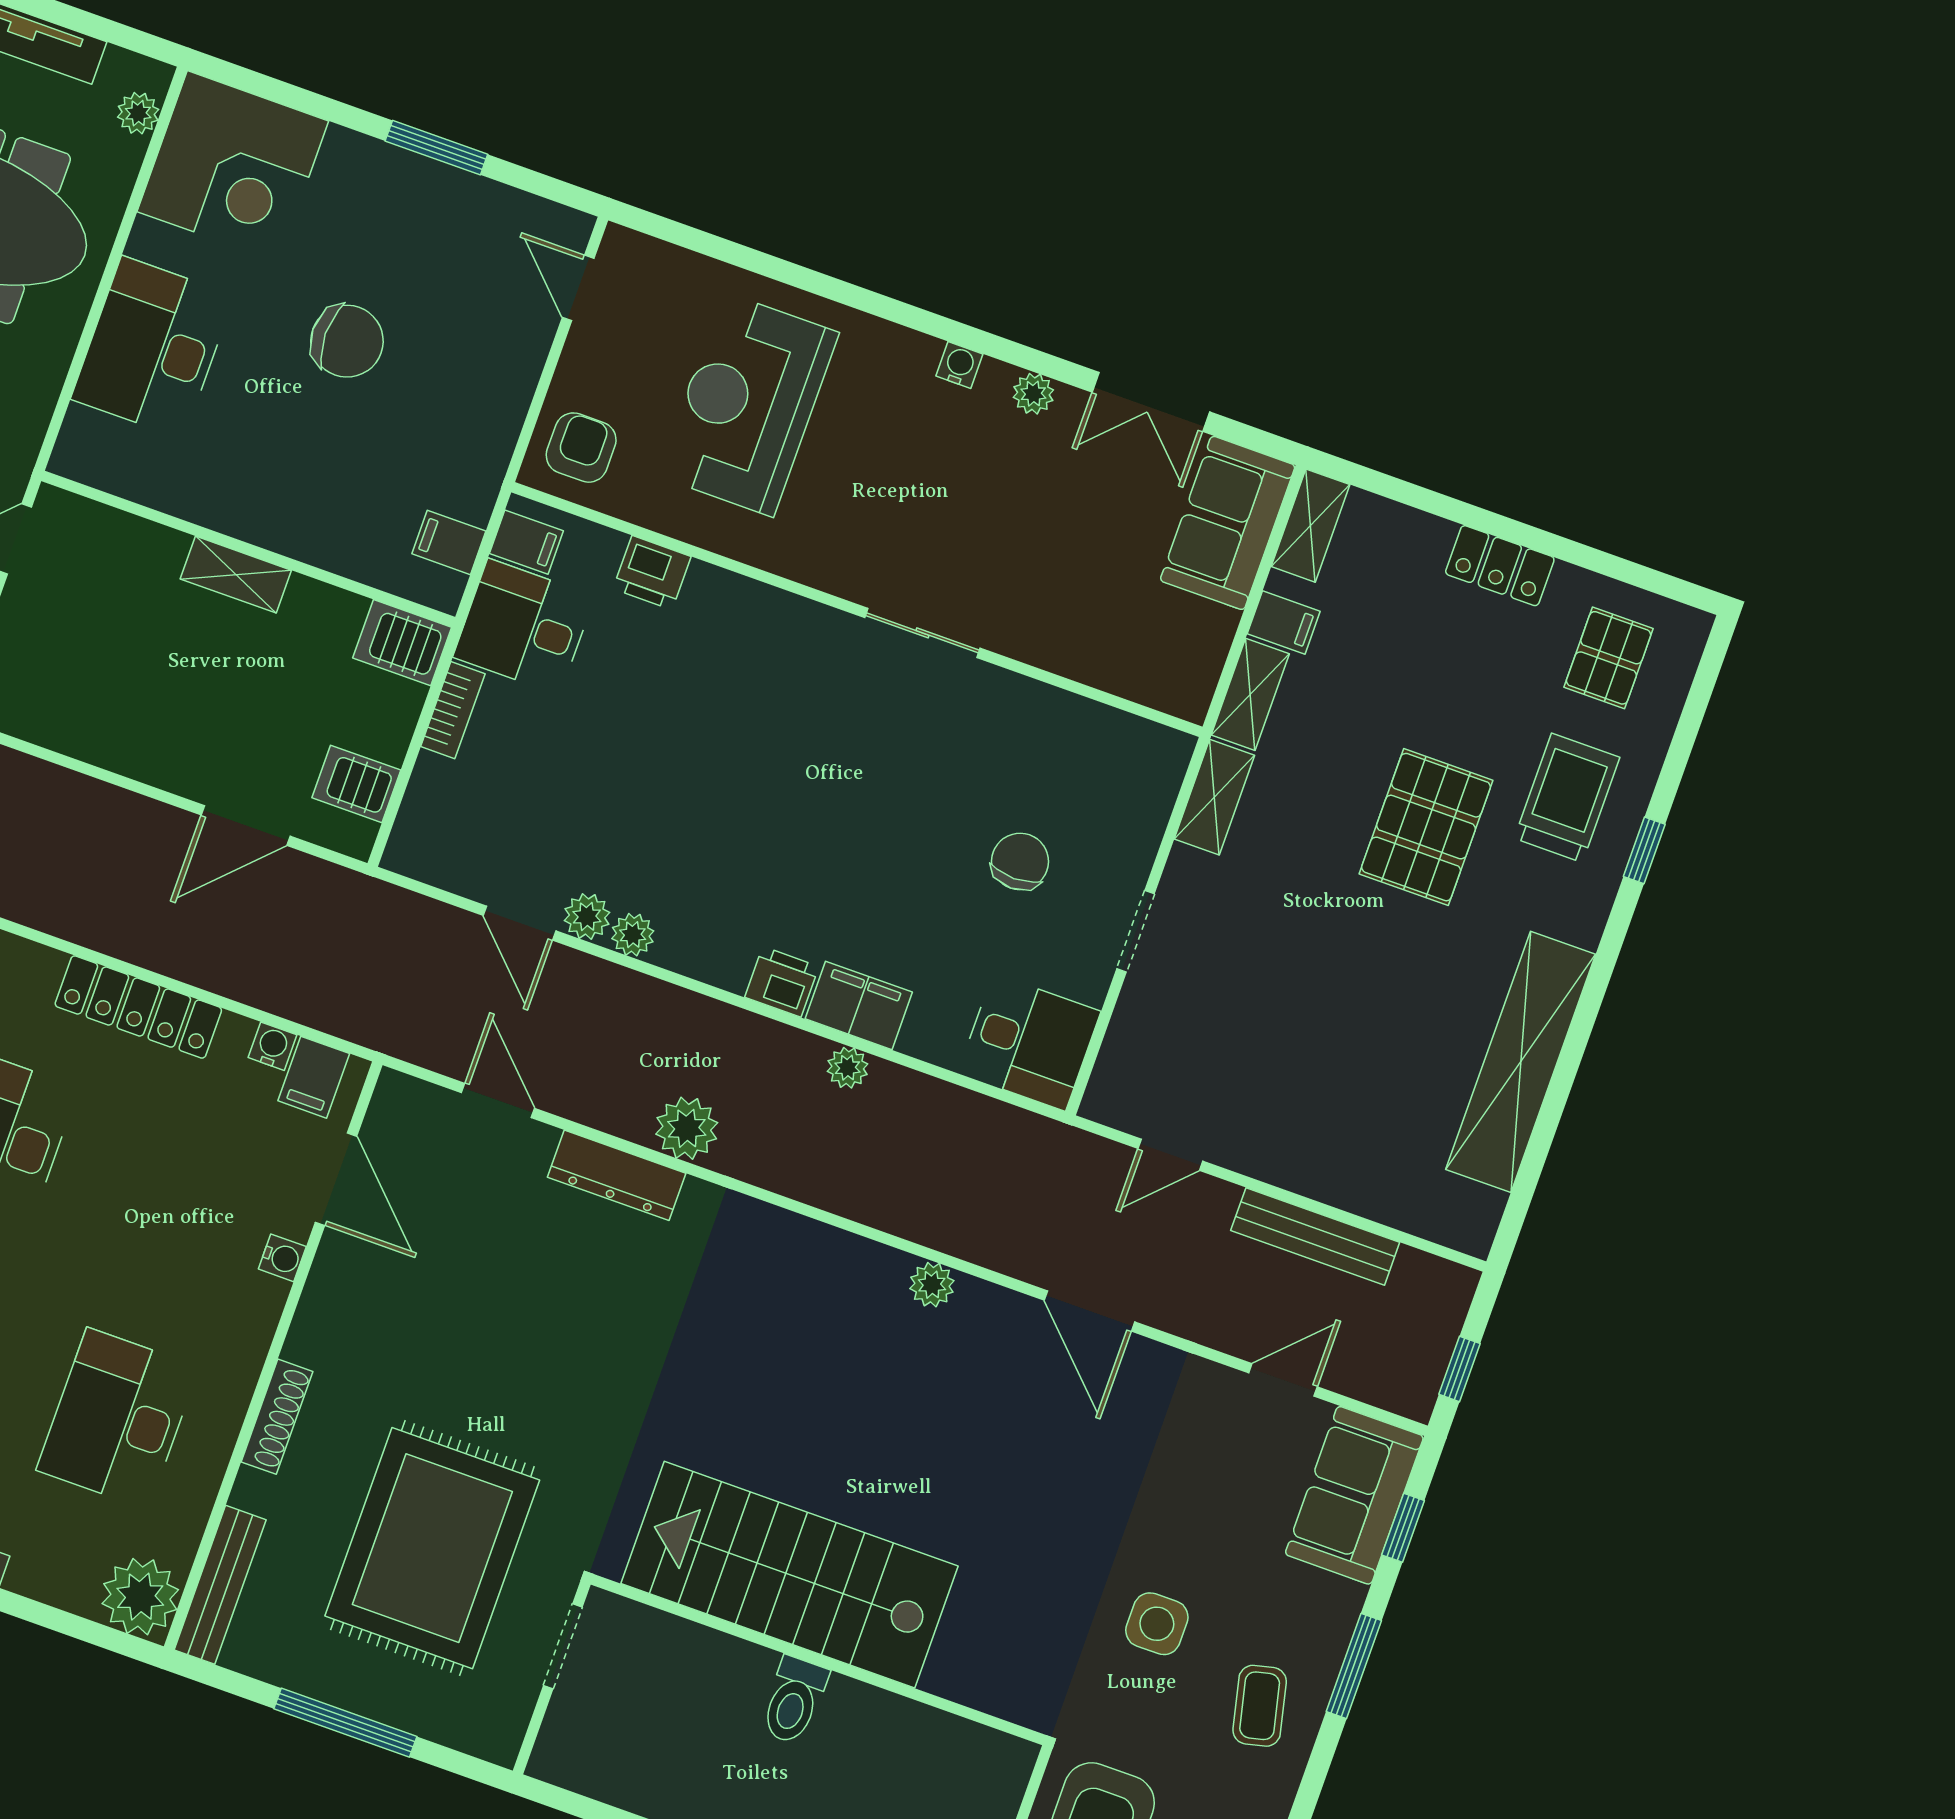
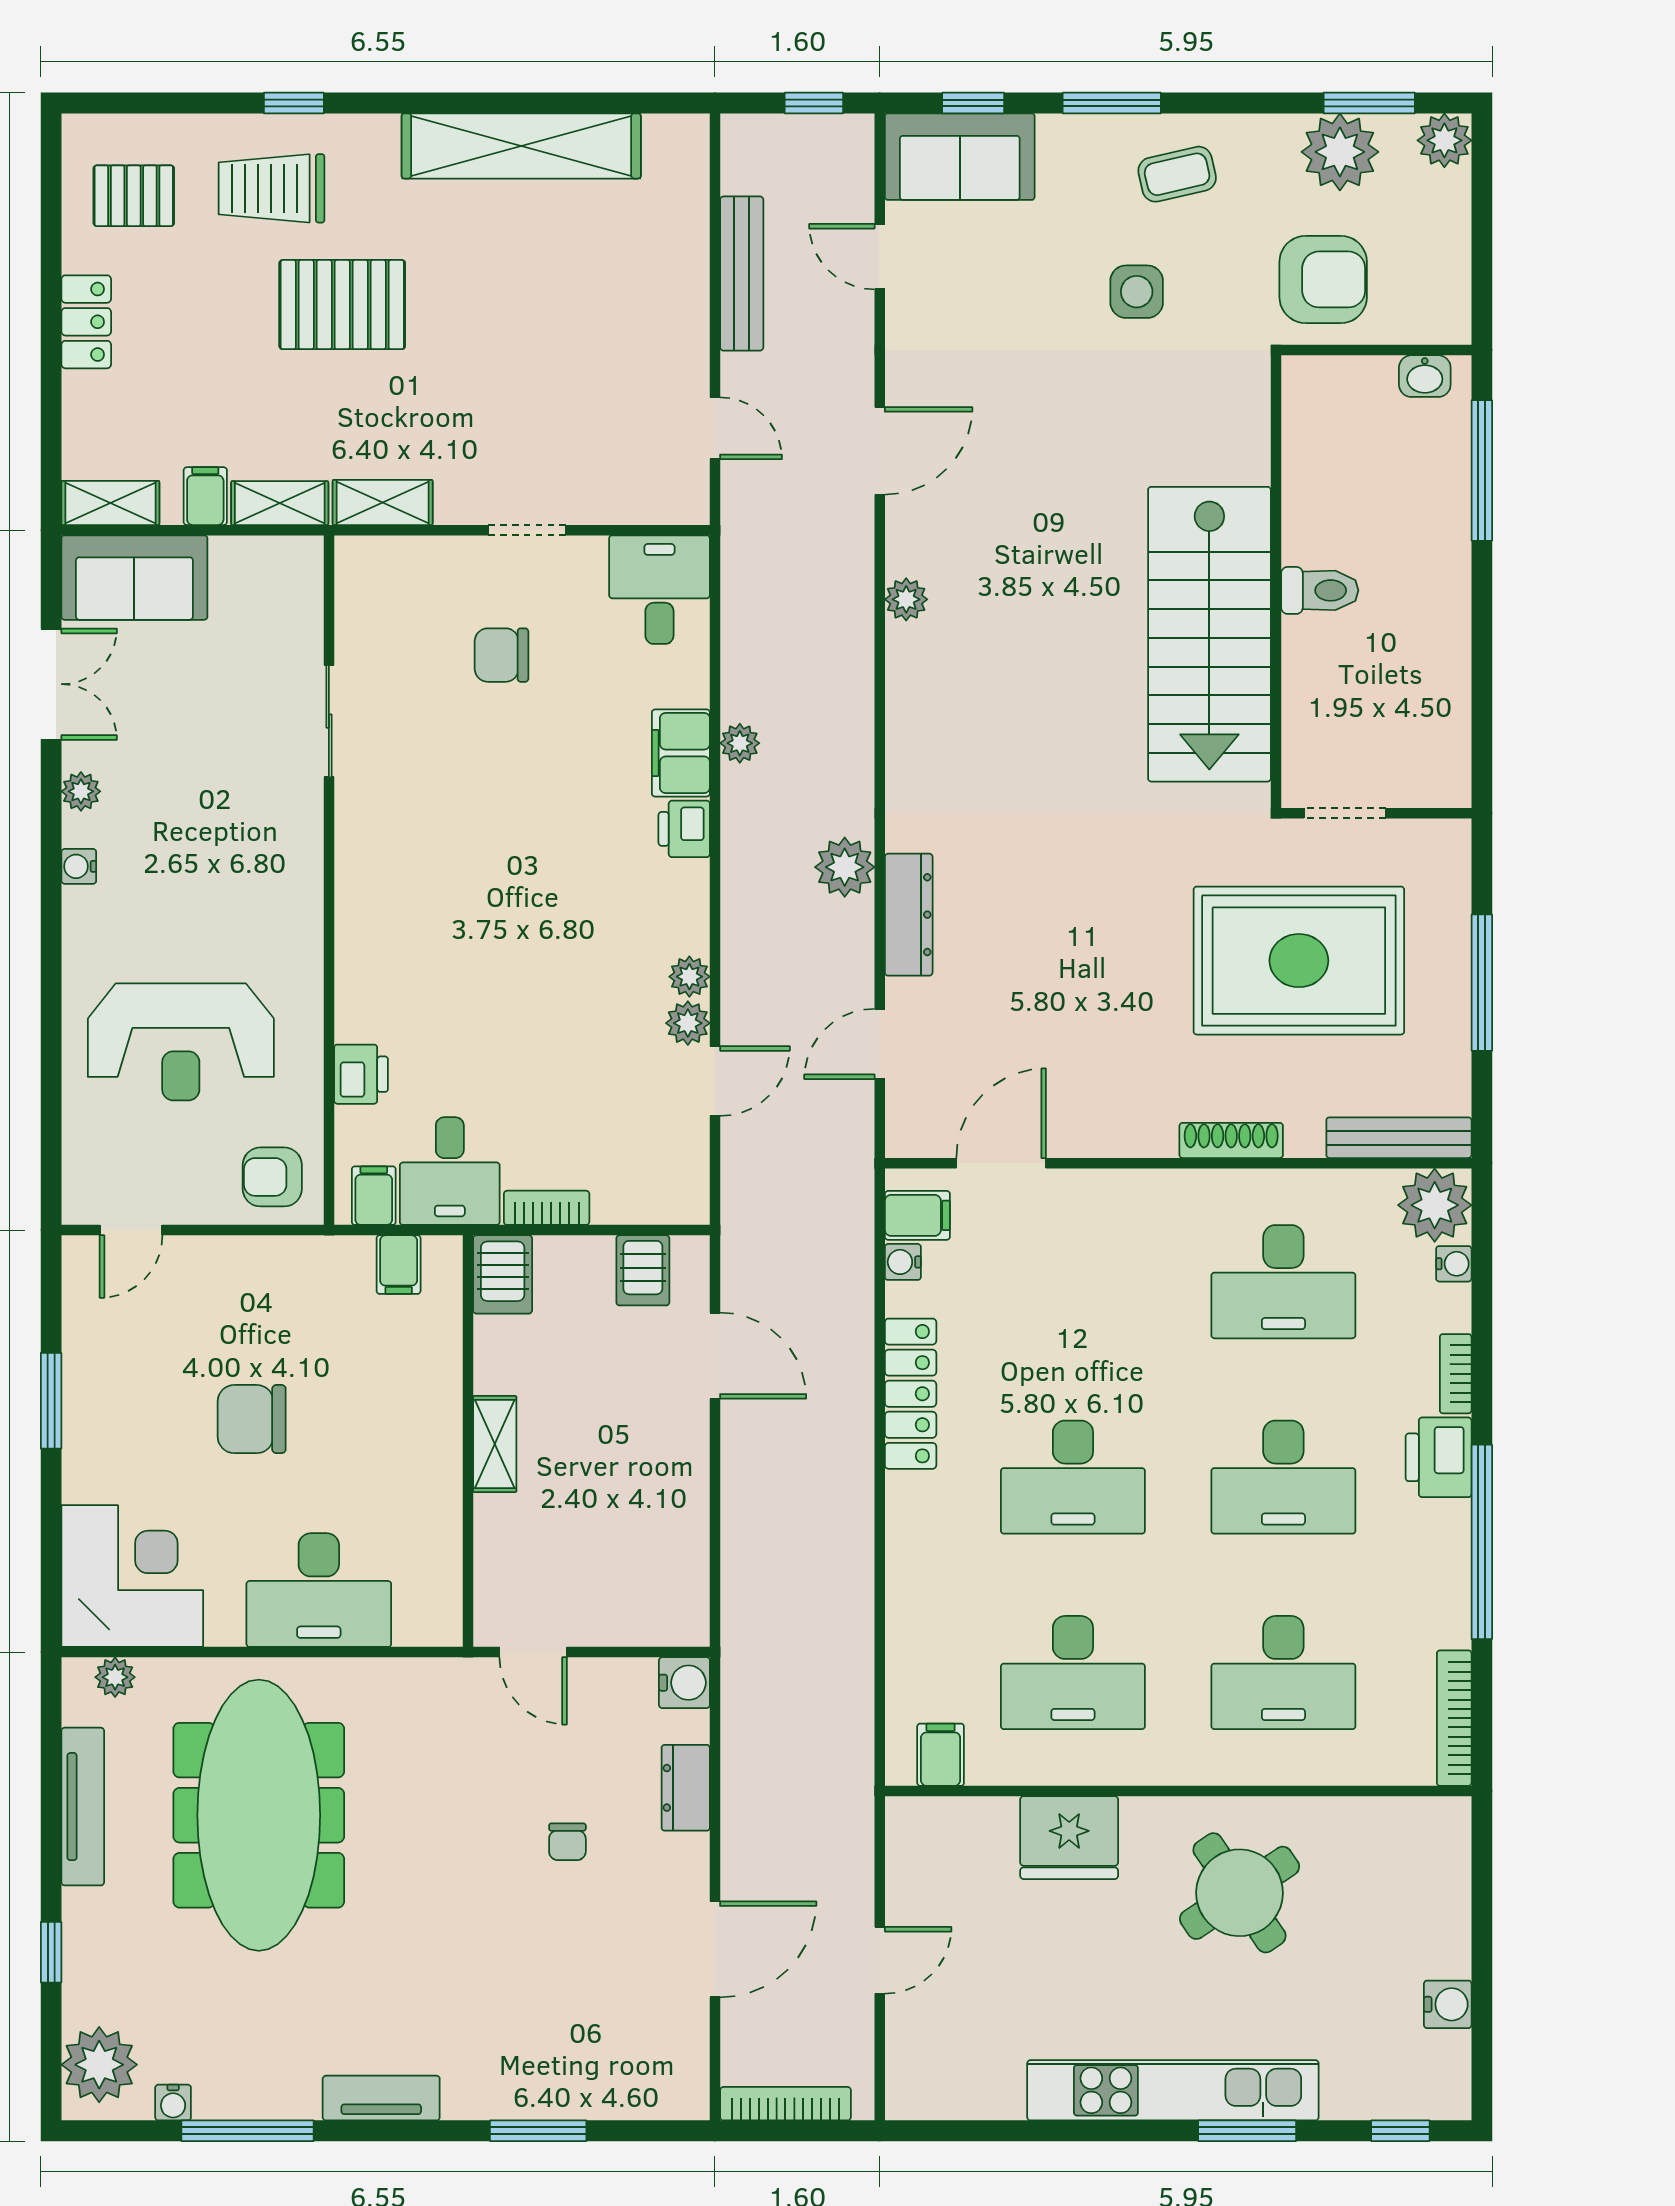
chair: (347, 341) -> (252, 1419), turned -90
sliding door: (923, 633) -> (329, 721), moved
water cooler: (282, 1258) -> (1454, 1264), moved, turned 90

